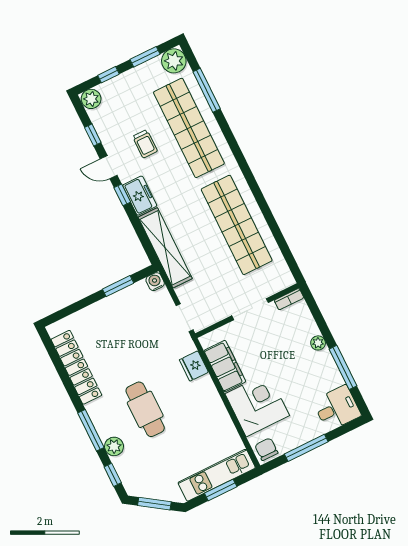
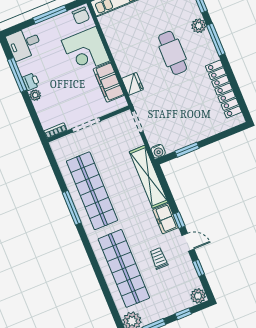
window: (207, 90) -> (72, 208), moved
printer: (325, 360) -> (31, 82), added

